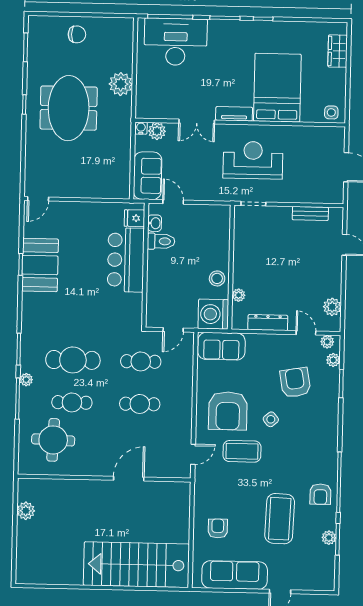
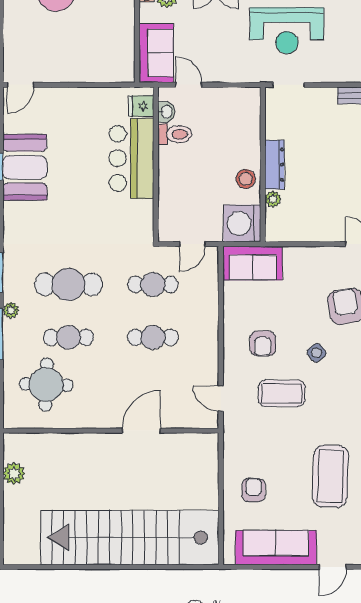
reception desk: (253, 160) -> (287, 31), turned 180
dresser: (268, 323) -> (274, 165), moved, turned 90
armchair: (228, 411) -> (263, 343), width x0.53, depth x0.53
door: (193, 454) -> (221, 399), swing flipped
stairs: (136, 565) -> (130, 538), width x1.36

